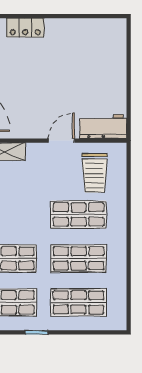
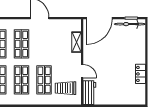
locker: (25, 28) -> (140, 74), moved

